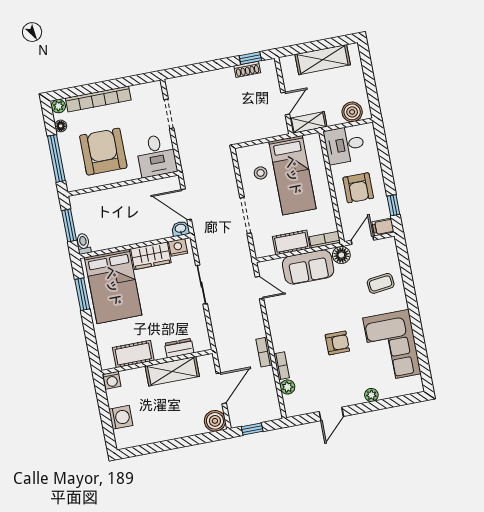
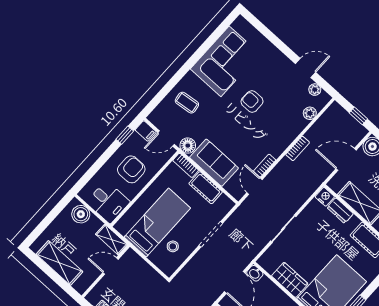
nightstand: (178, 247) -> (325, 197), moved, turned 180
bookcase: (282, 366) -> (265, 166), moved
plant: (371, 395) -> (315, 90), moved

